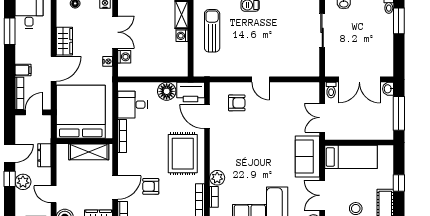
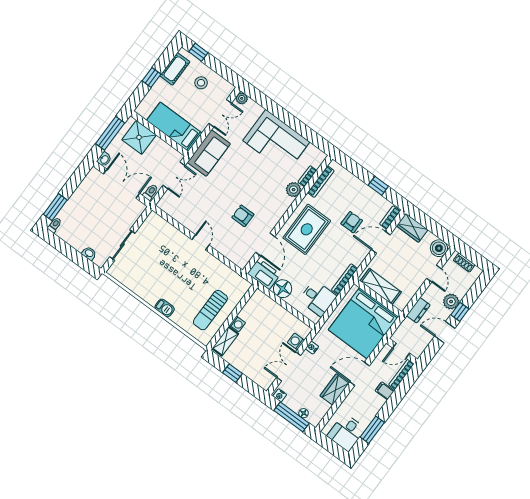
armchair: (237, 103) -> (243, 216), moved
shower: (373, 127) -> (139, 137), added
armchair: (151, 186) -> (352, 222), turned -90

